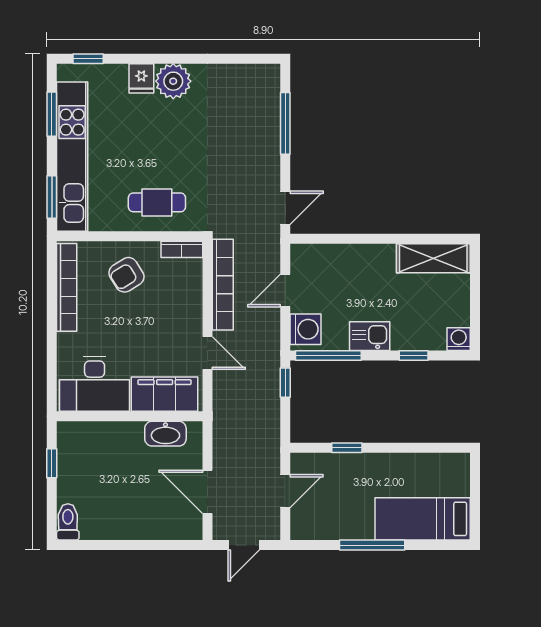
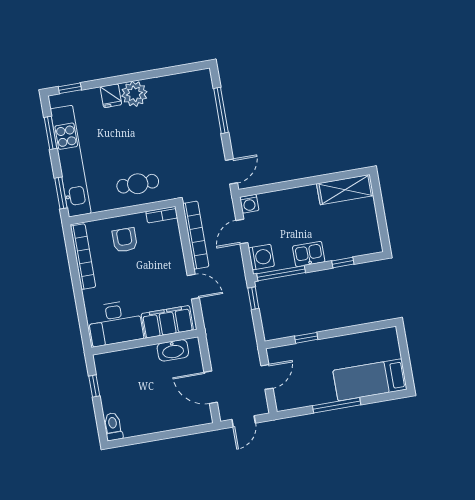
armchair: (126, 275) -> (125, 240), turned 122
washing machine: (459, 339) -> (249, 204), moved, turned 180

